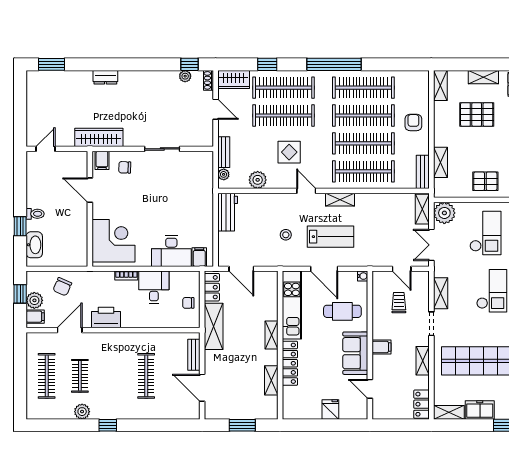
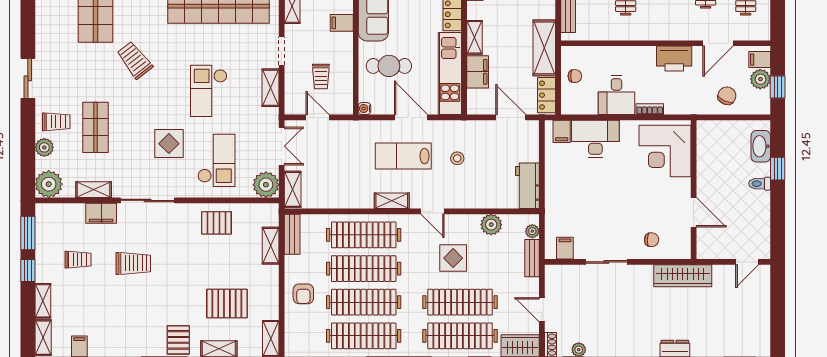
filing cabinet: (102, 160) -> (565, 248), moved
checkout: (485, 233) -> (216, 160), turned 180
filing cabinet: (269, 306) -> (478, 72), added

